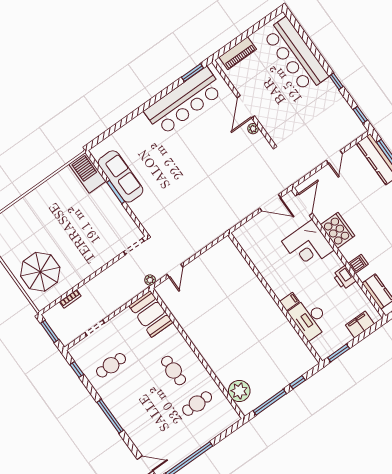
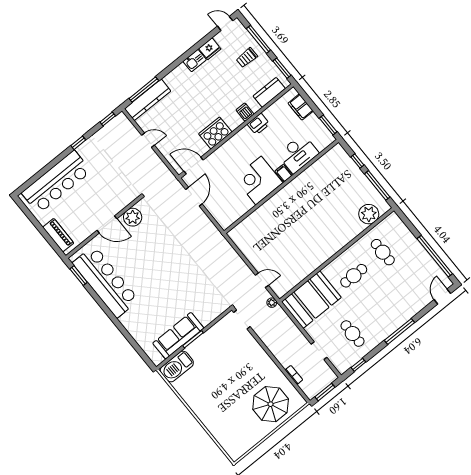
plant: (253, 129) -> (133, 217), width x1.88, depth x1.88
corner desk: (308, 246) -> (259, 180), moved, turned 180
booth: (151, 314) -> (311, 300), width x1.36, depth x1.42

